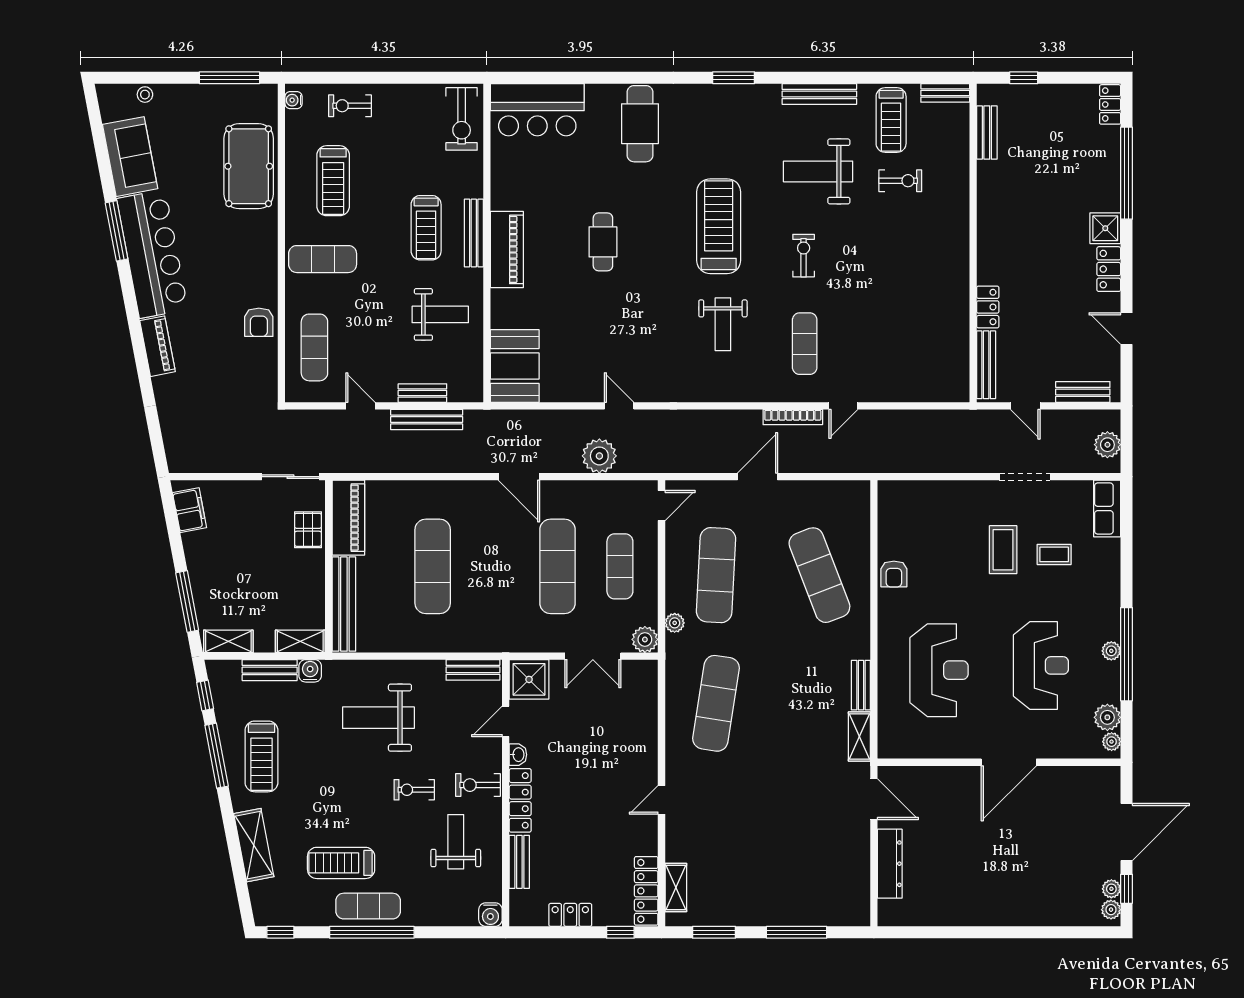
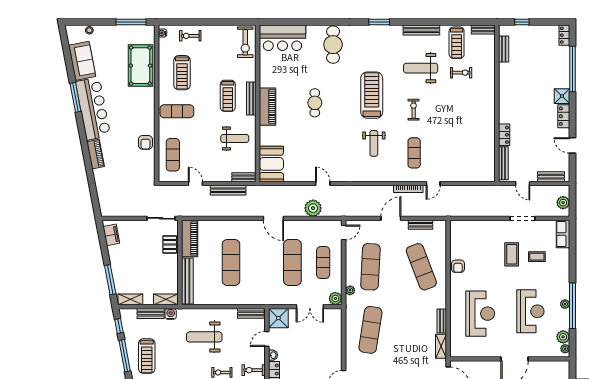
bench: (422, 393) -> (244, 177), moved
bench: (818, 490) -> (421, 225), added

